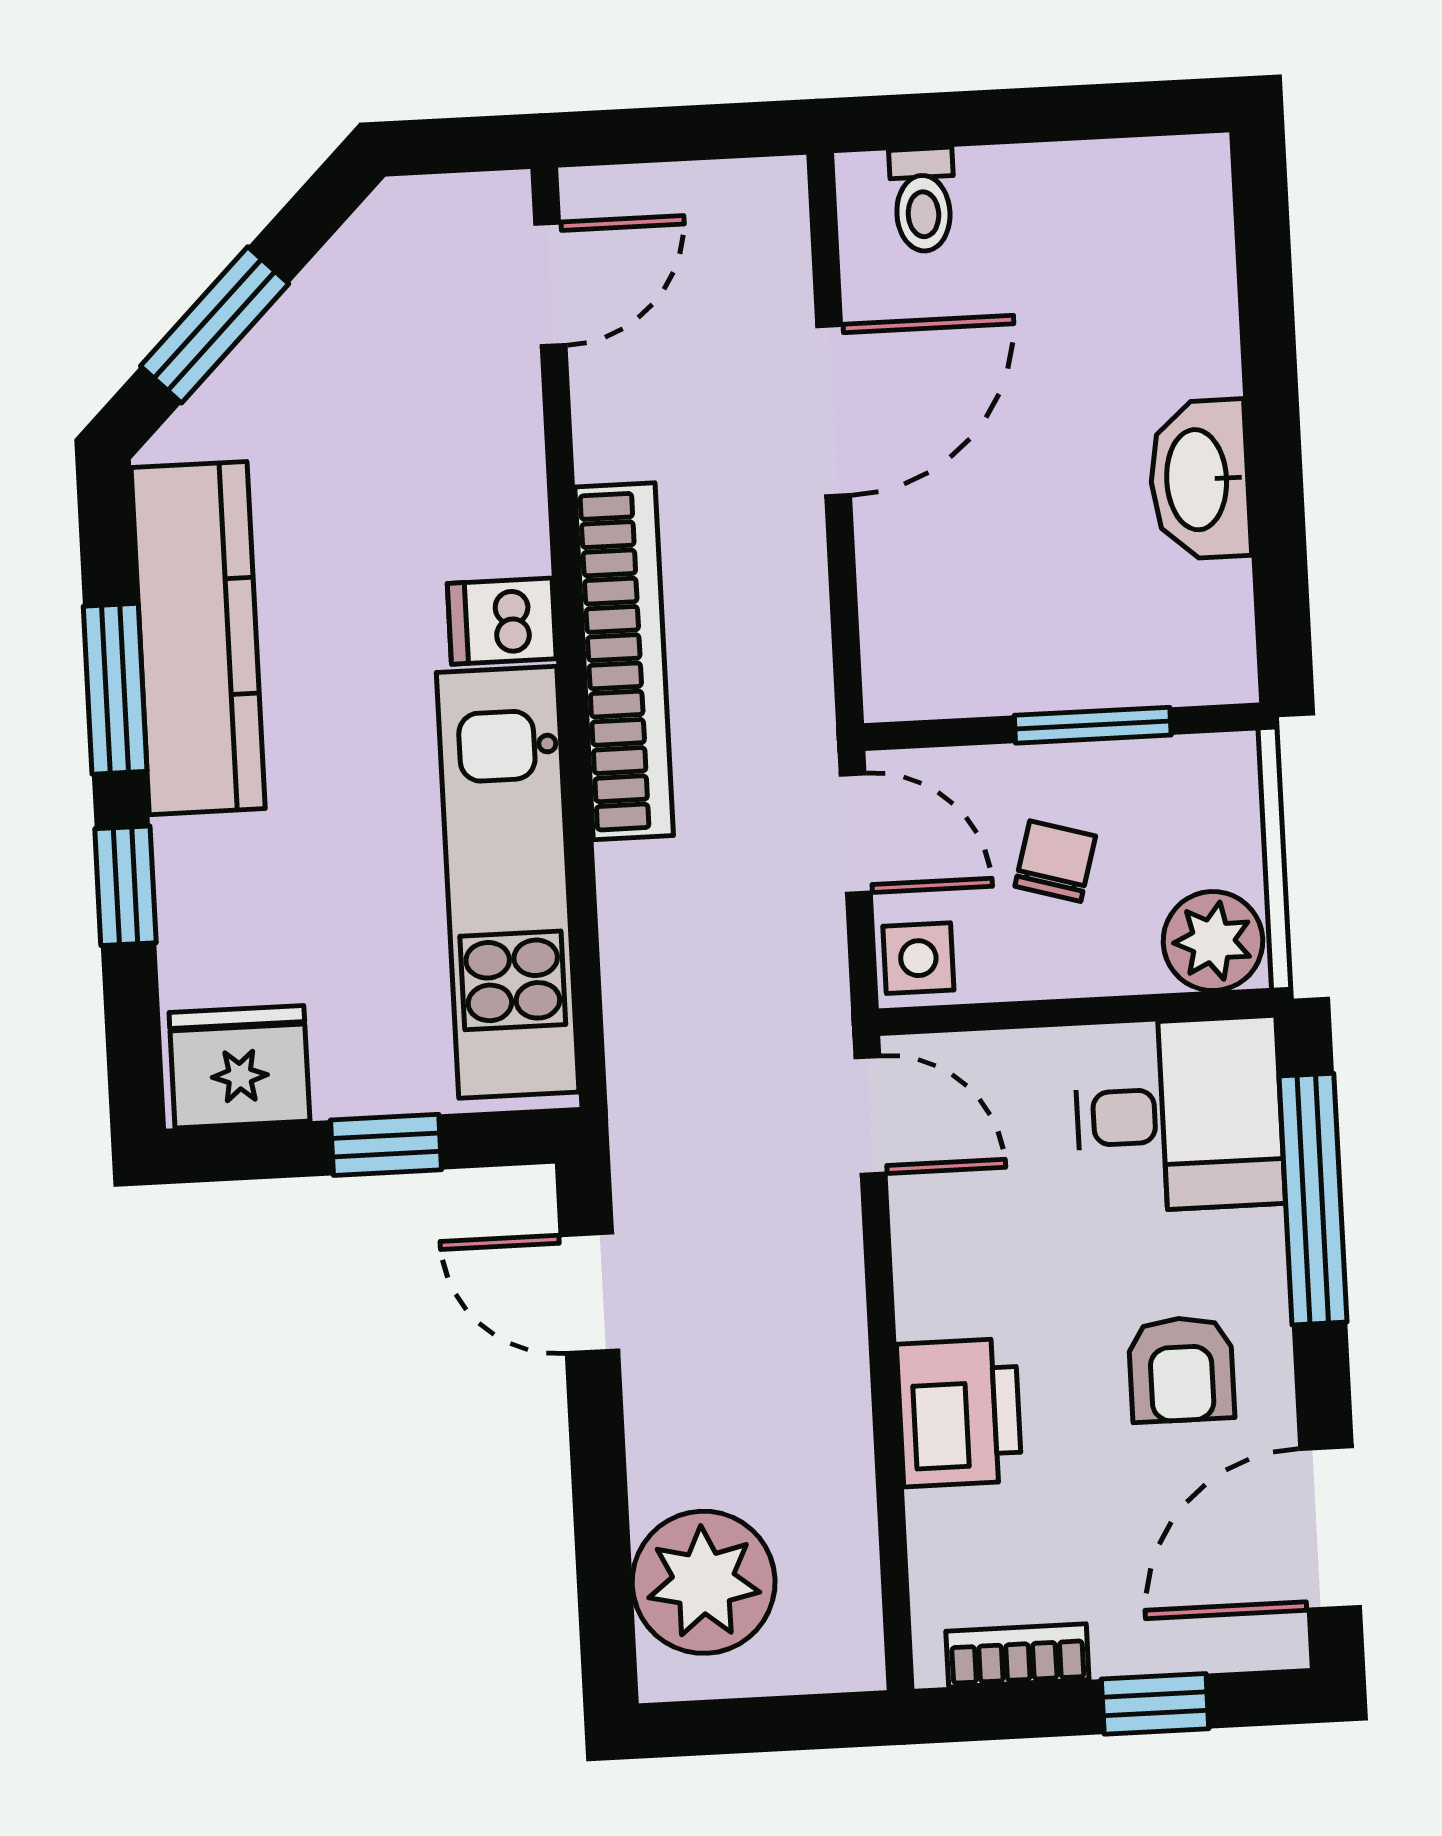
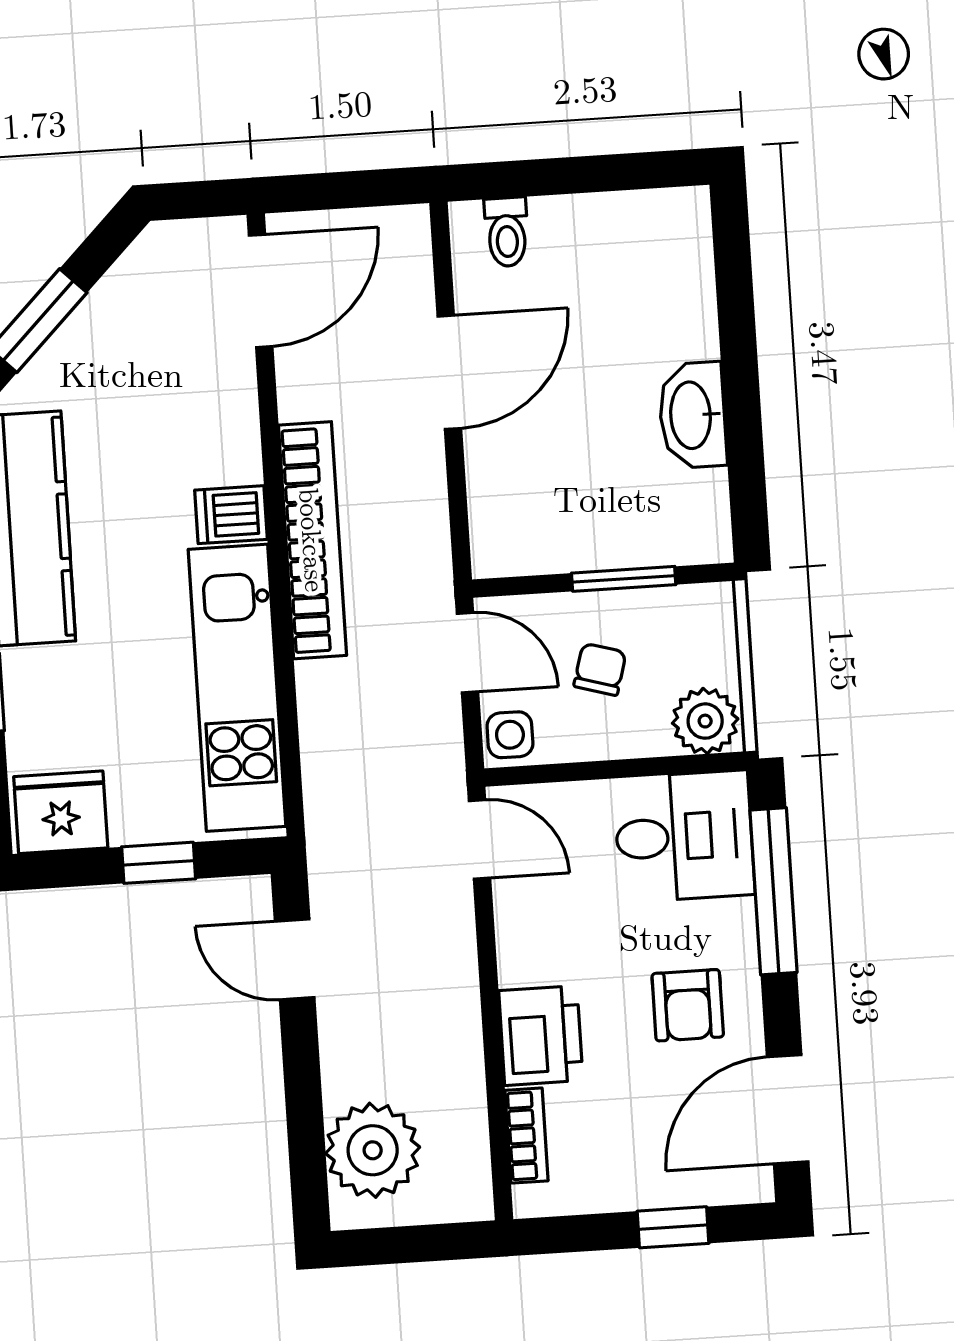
door: (550, 284) -> (261, 291), width x1.38
bookcase: (1017, 1655) -> (527, 1136), moved, turned 90

